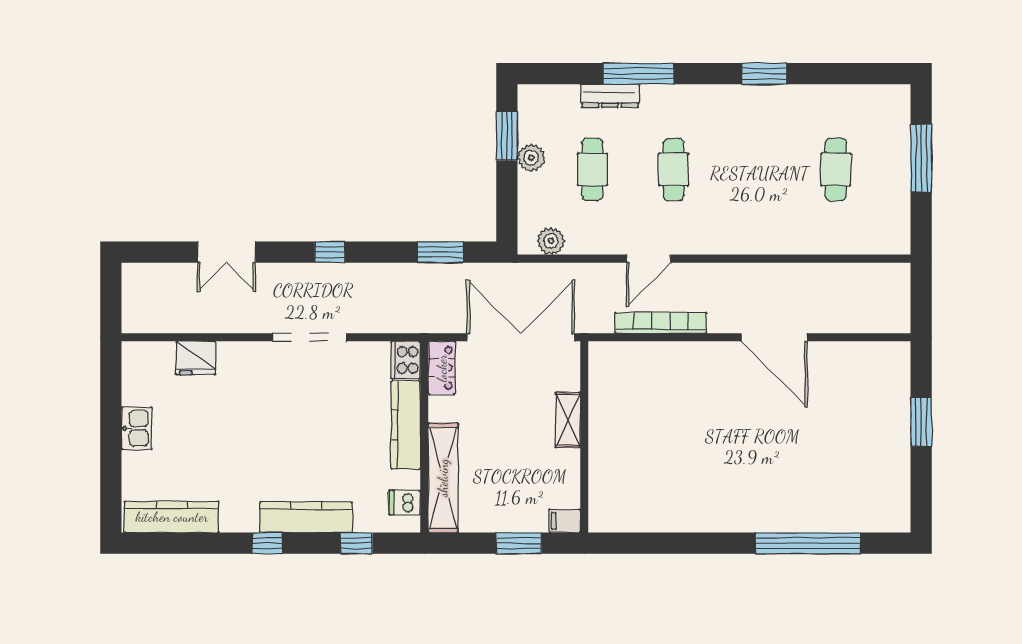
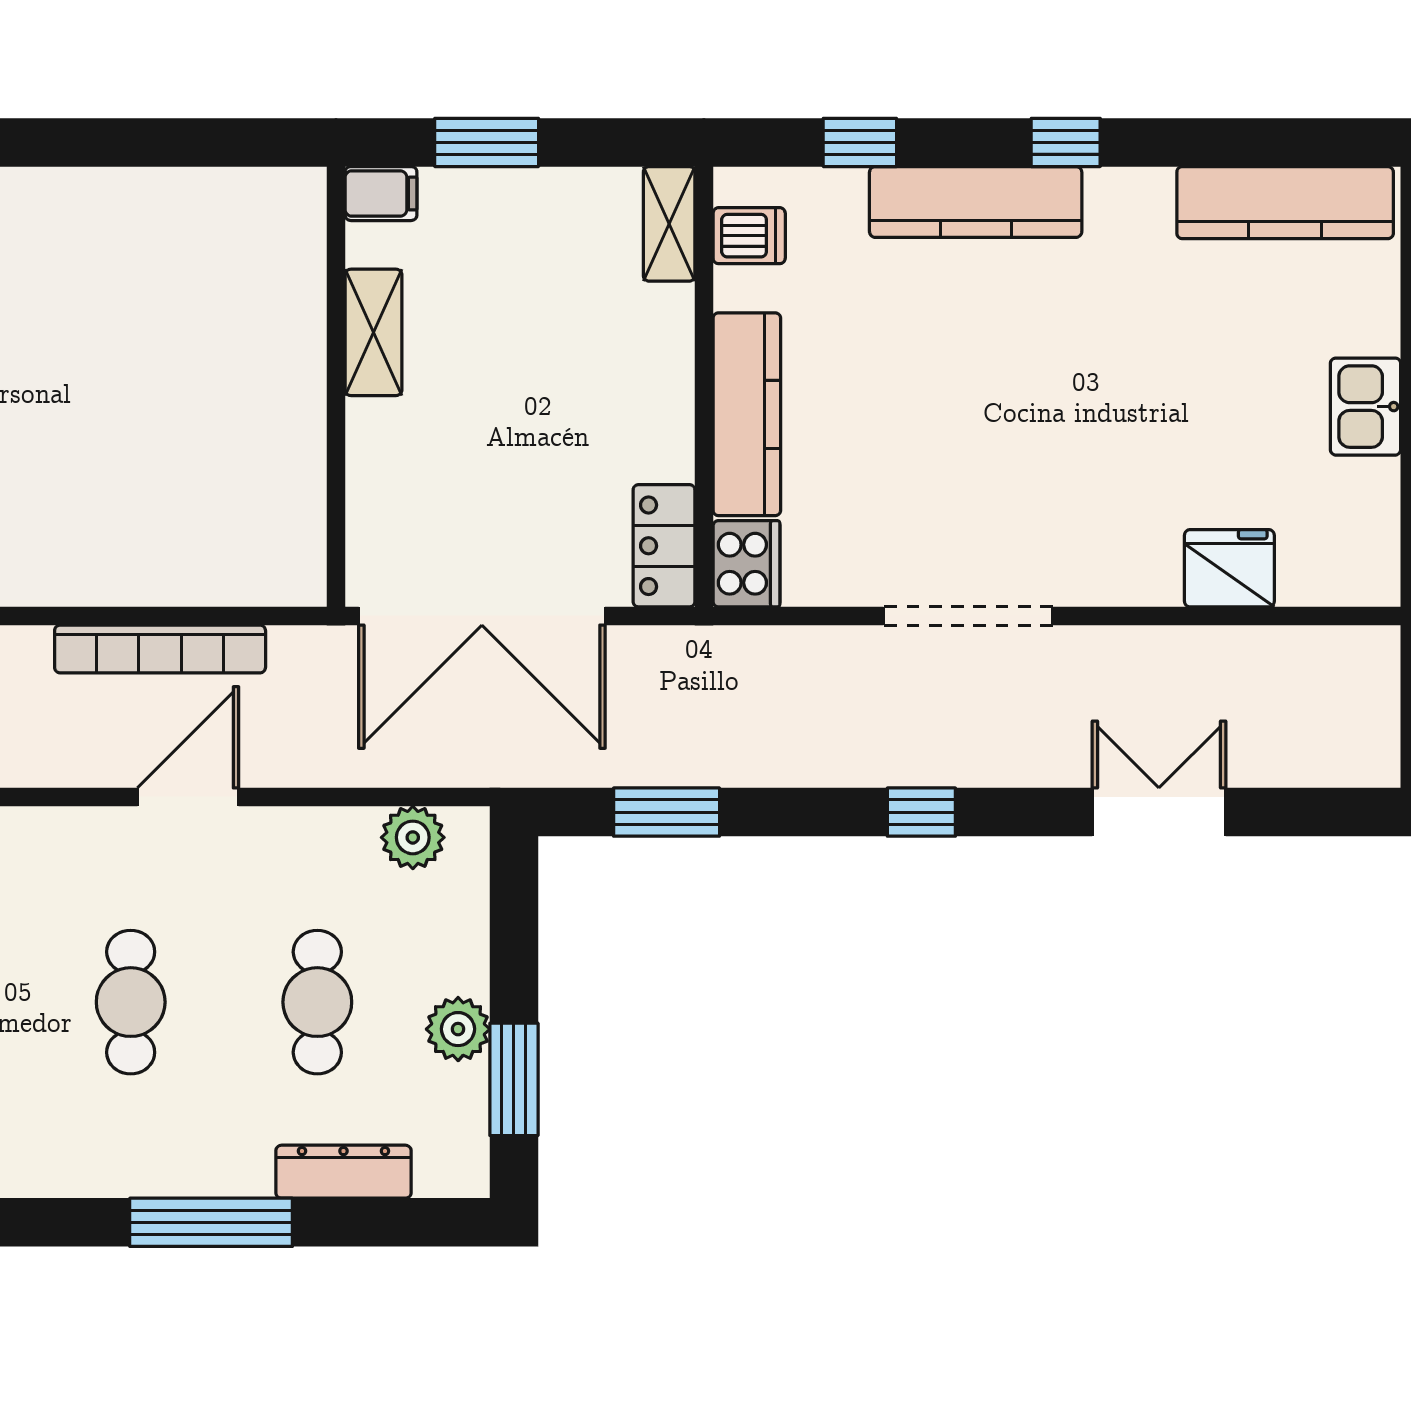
dresser: (610, 96) -> (343, 1172), moved
shelving: (568, 420) -> (373, 332), moved
shelving: (443, 478) -> (669, 224), width x0.45, depth x0.75

